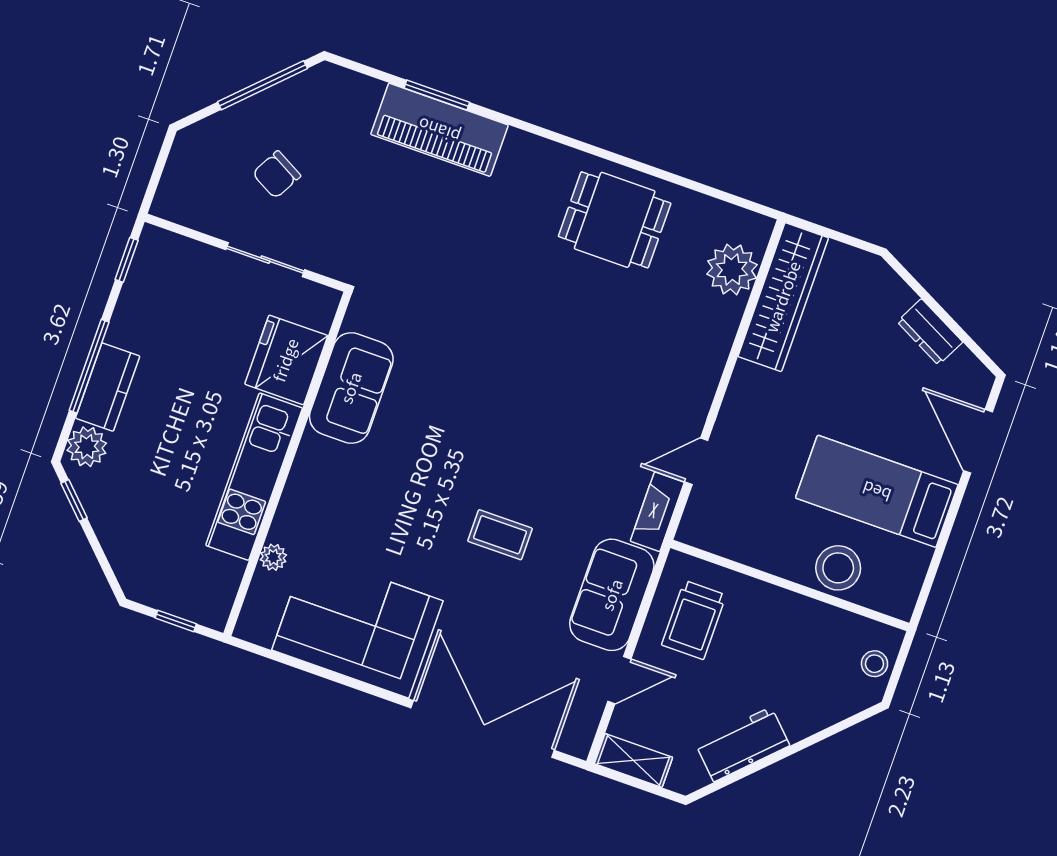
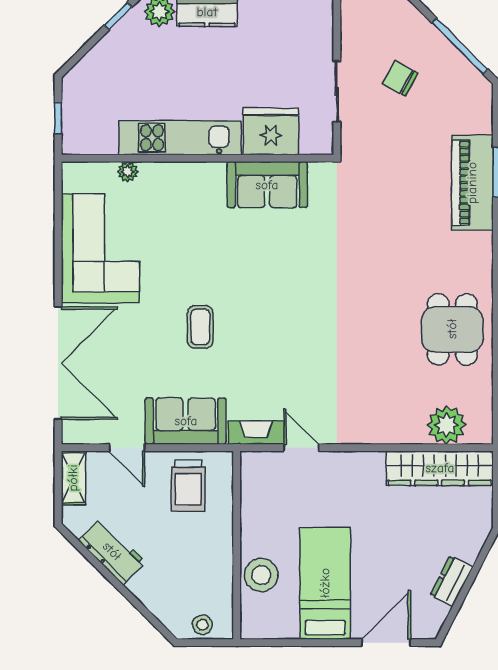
trolley: (694, 620) -> (188, 486), turned -90

